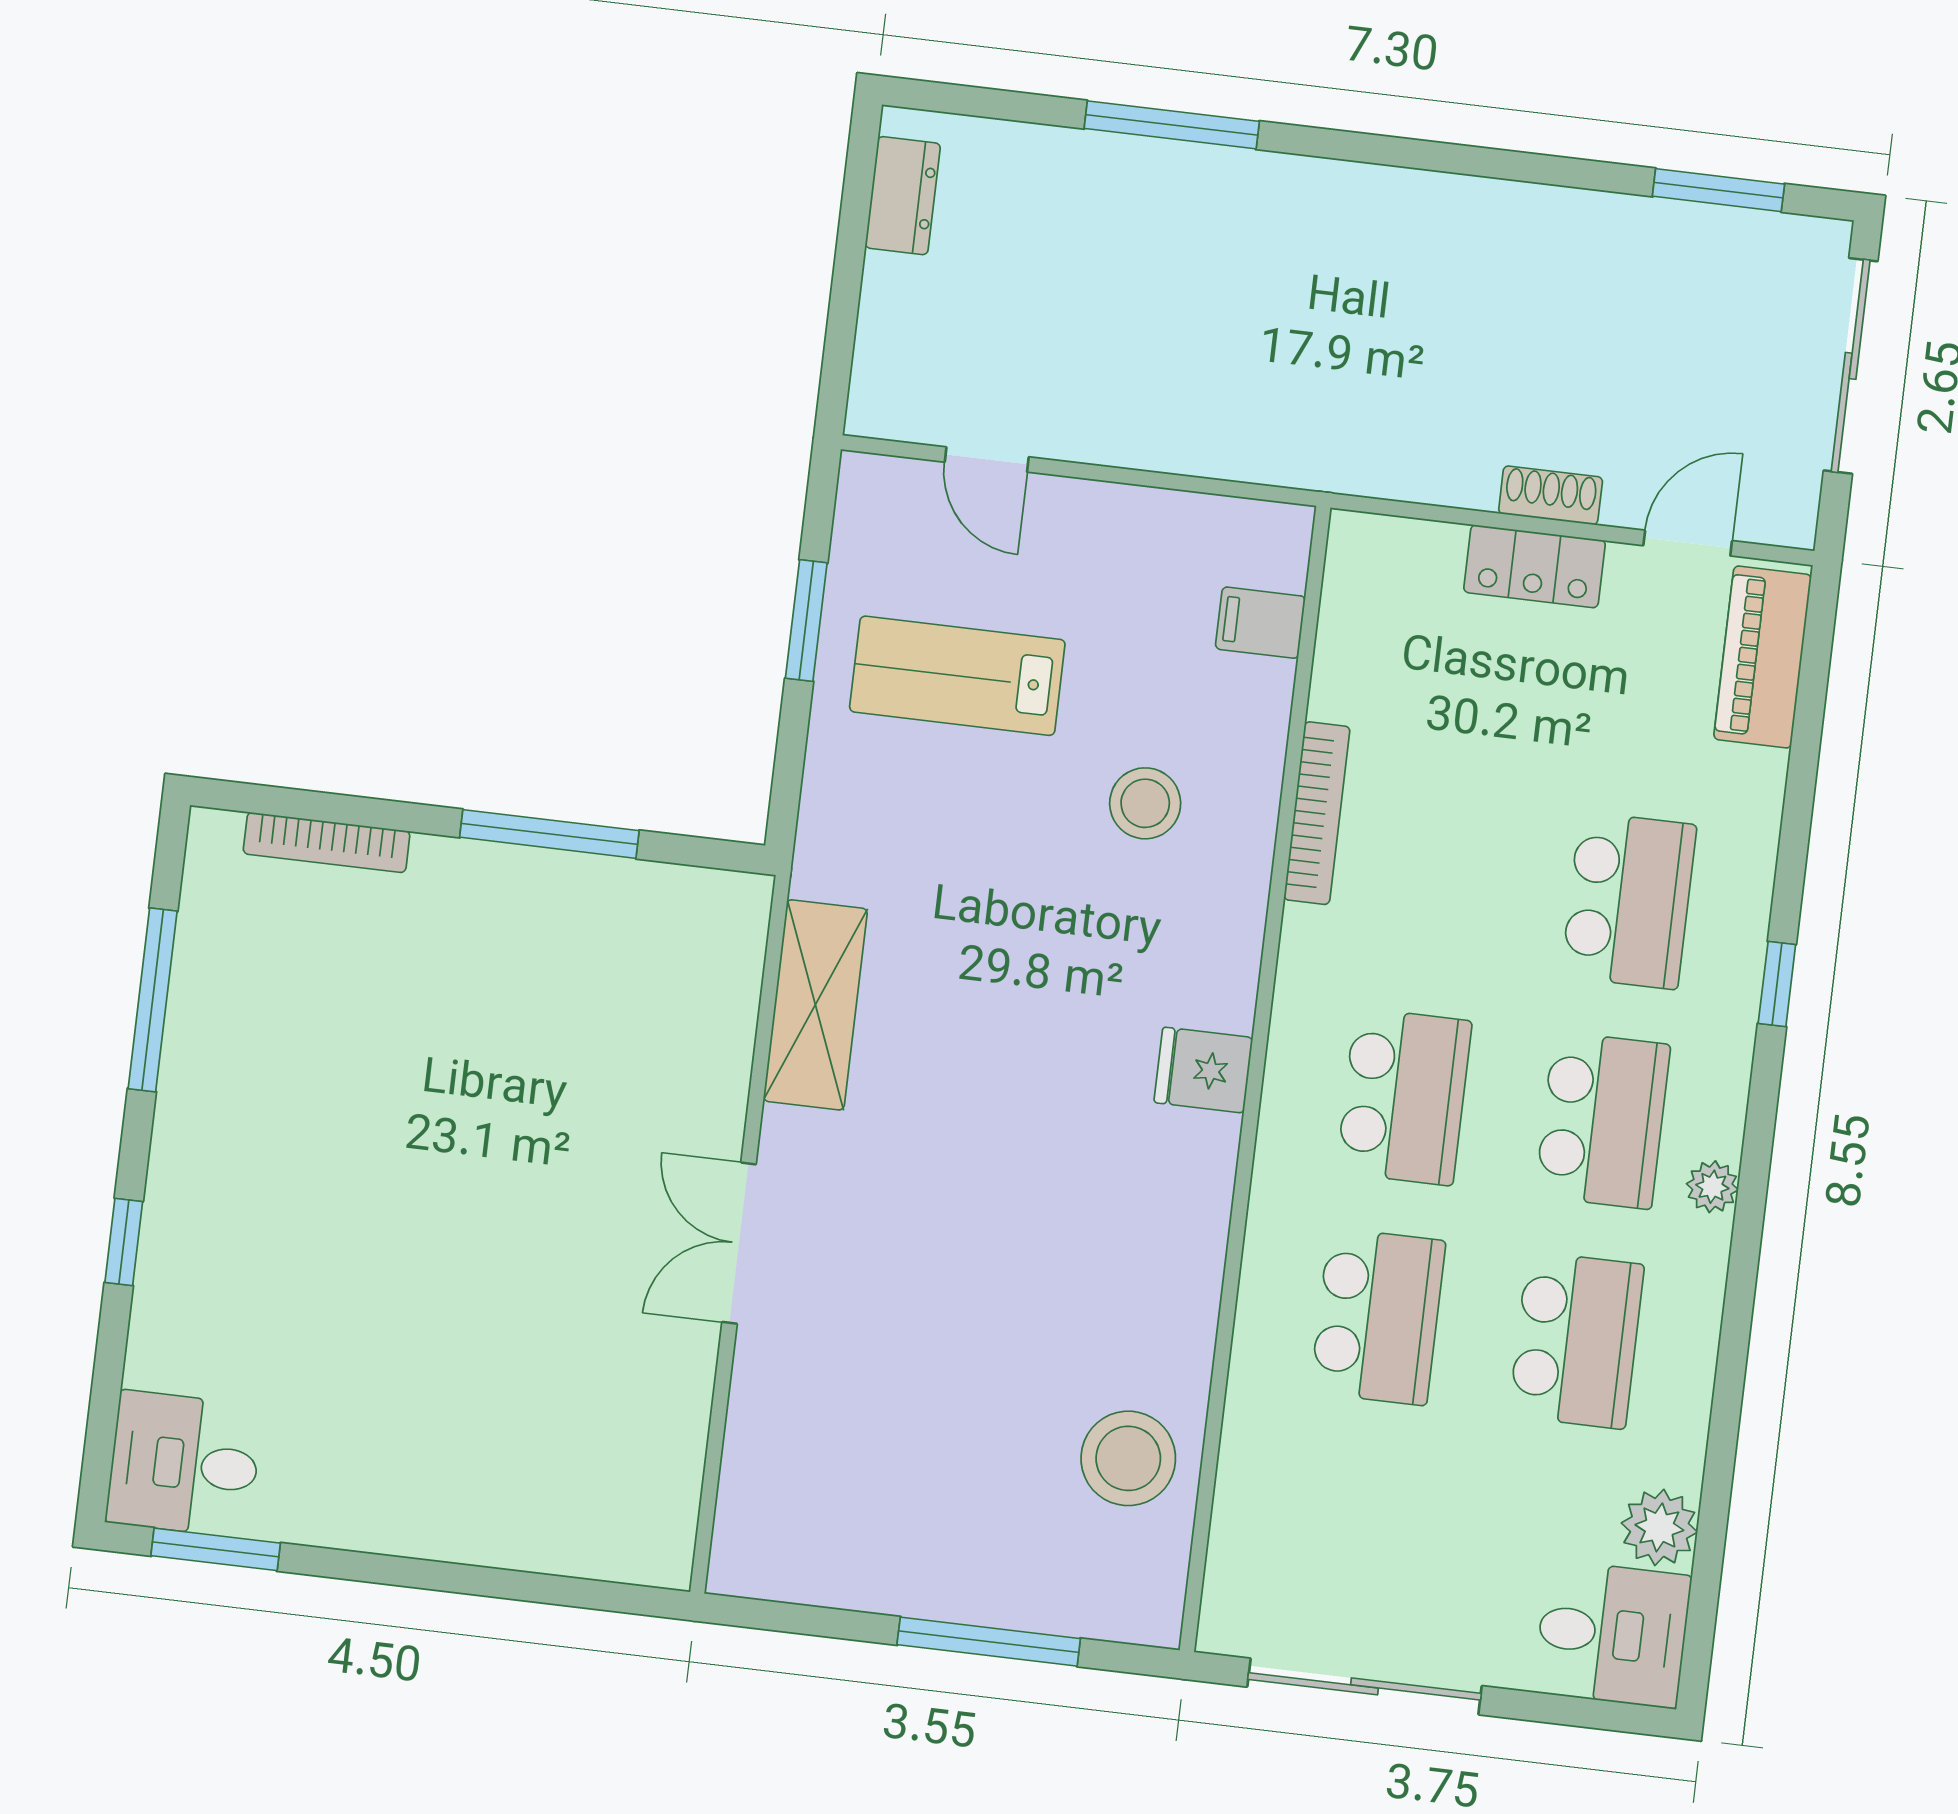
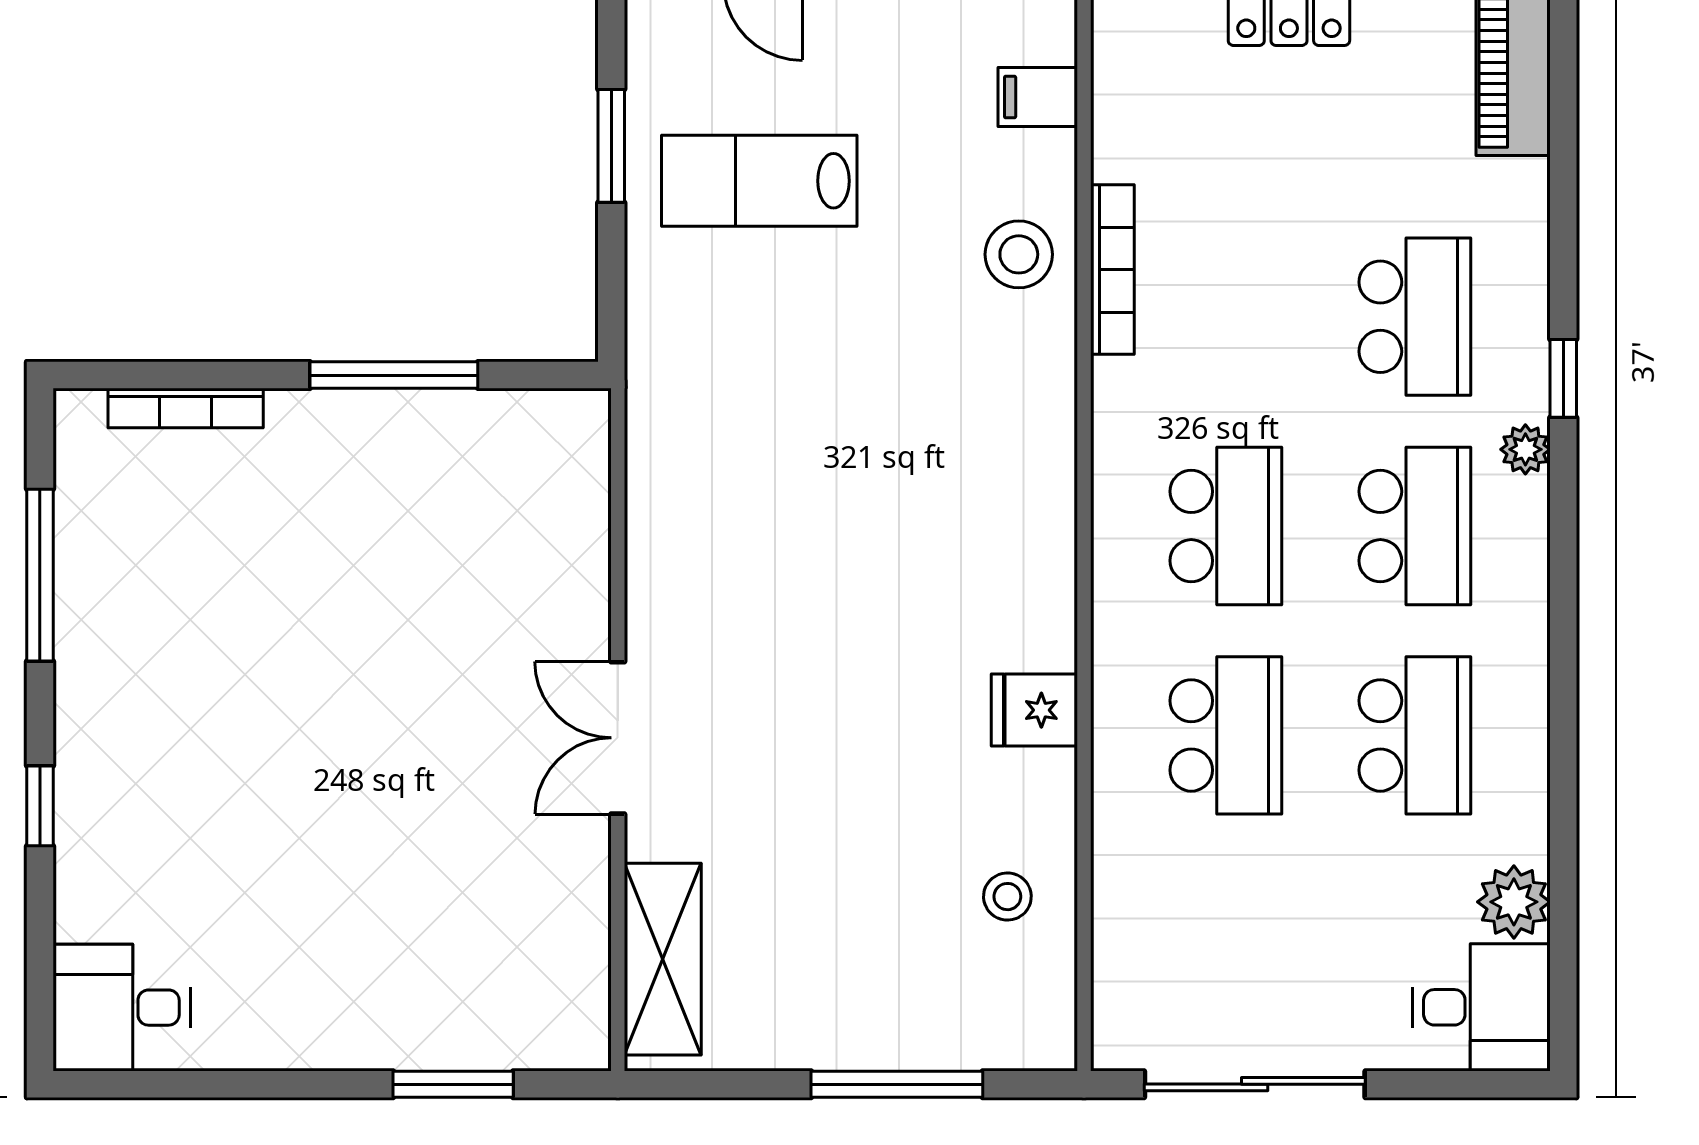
stool: (1145, 803) -> (1019, 254), moved
shelving: (815, 1005) -> (663, 959), moved
fridge: (1203, 1070) -> (1034, 710), moved
plant: (1712, 1187) -> (1525, 449), moved
stool: (1128, 1458) -> (1007, 897), width x0.53, depth x0.53
window: (216, 1549) -> (453, 1084), moved

